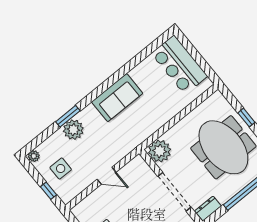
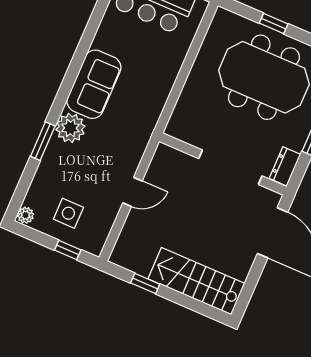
plant: (73, 130) -> (70, 128), moved
plant: (160, 151) -> (184, 125), removed

